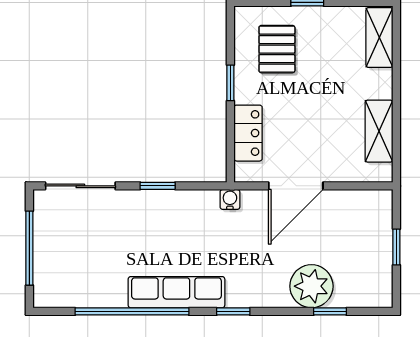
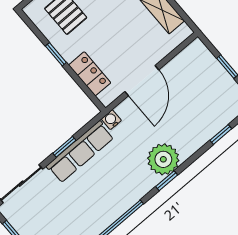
plant: (311, 286) -> (163, 159), moved
row of seats: (176, 292) -> (80, 152), moved, turned 180

